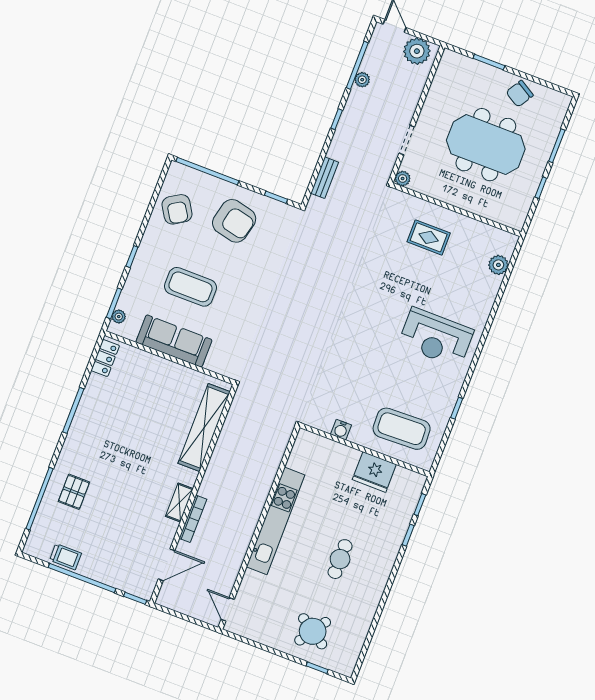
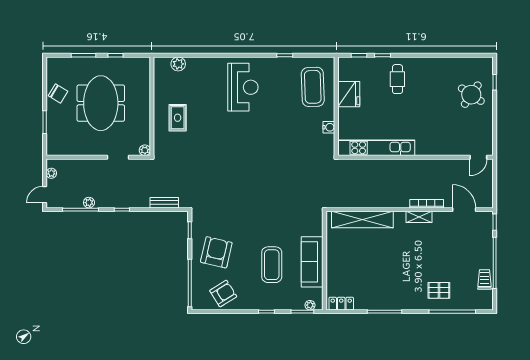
plant: (417, 51) -> (51, 173), width x0.53, depth x0.53
kitchen unit: (276, 521) -> (376, 148), moved
cafe table: (340, 559) -> (397, 79), moved, turned 90

